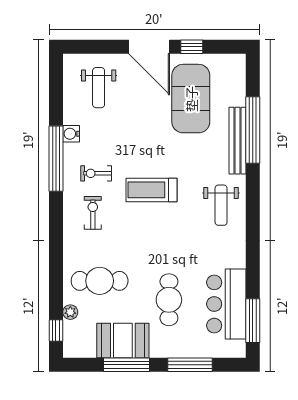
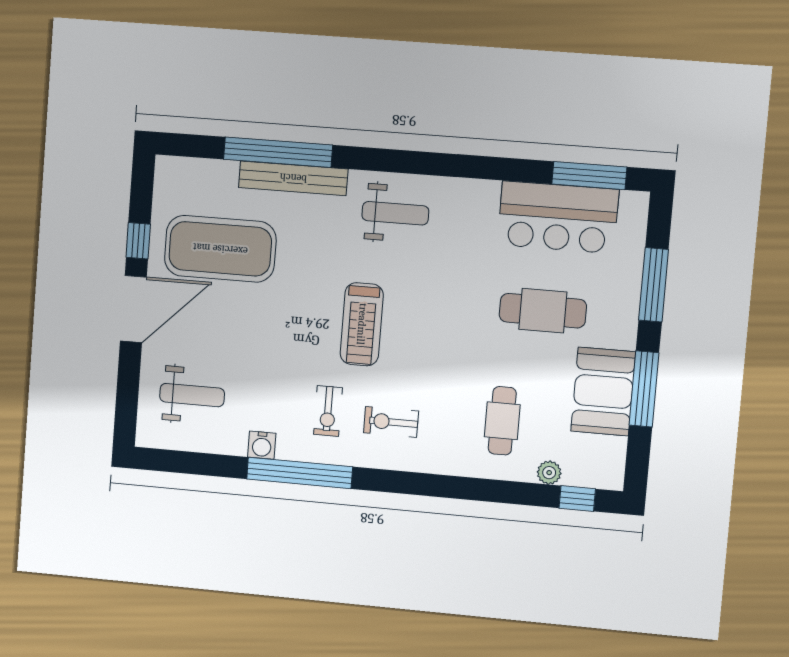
cafe table: (100, 281) -> (502, 421), width x0.73, depth x0.74

